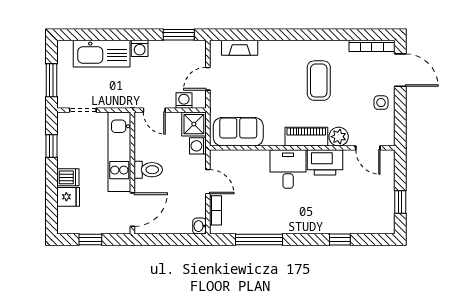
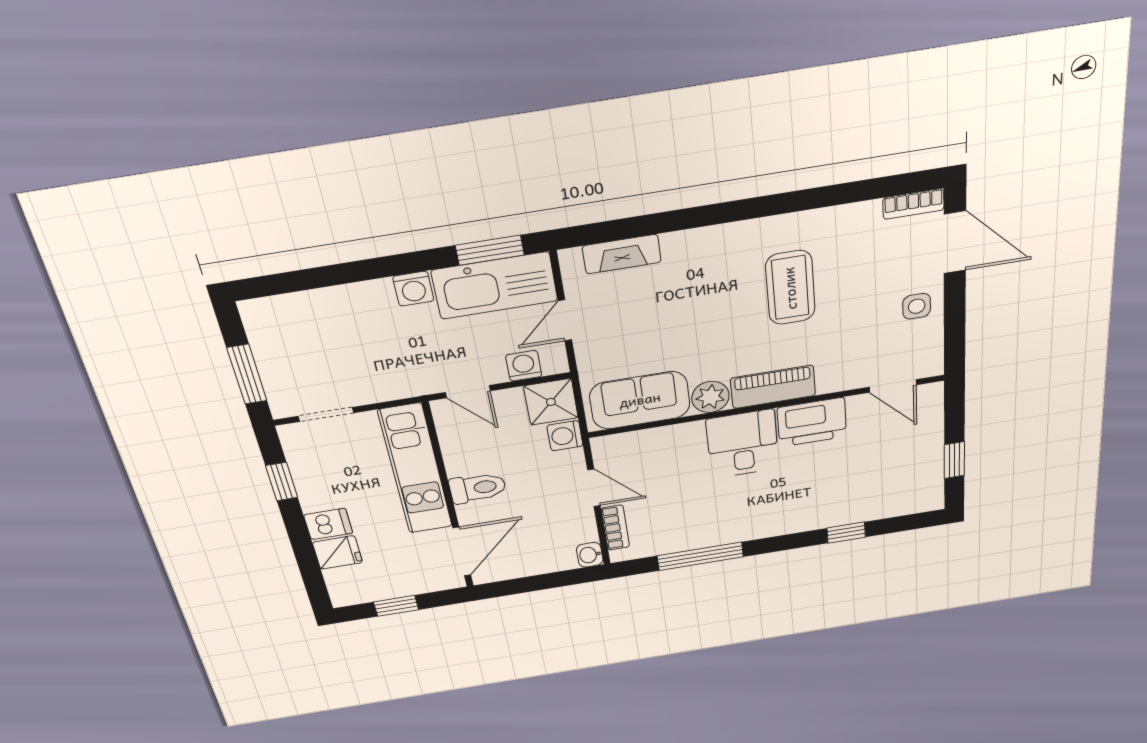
bookcase: (372, 46) -> (913, 204), width x0.64
kitchen sink: (102, 54) -> (495, 286), moved
plant: (339, 137) -> (710, 397), moved

